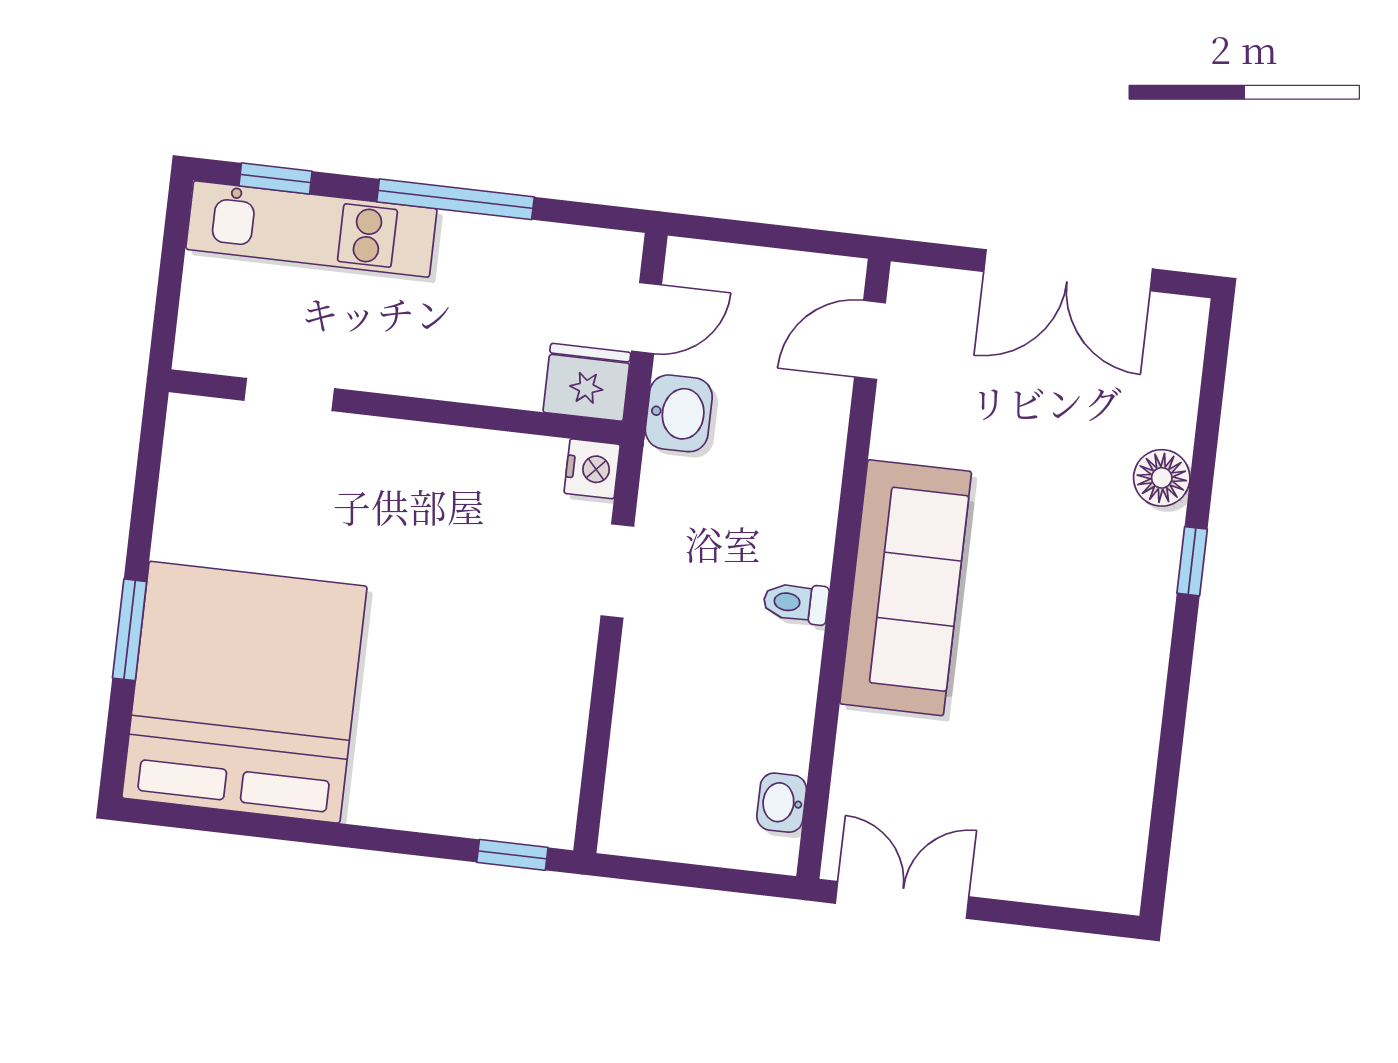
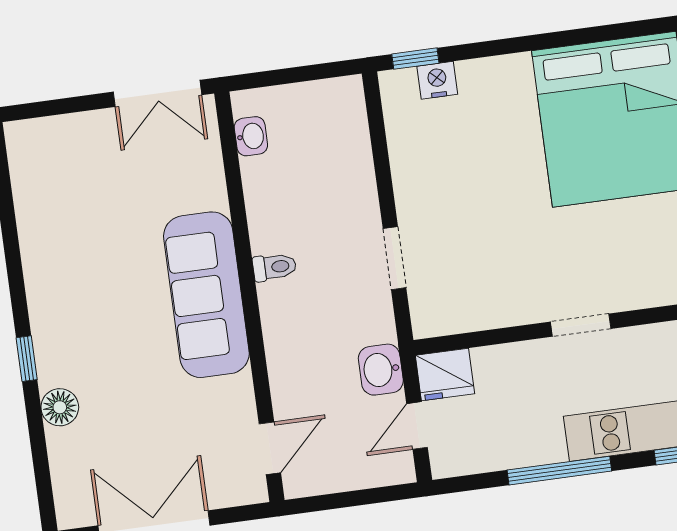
doorway: (289, 394) -> (581, 325), moved
nightstand: (592, 469) -> (437, 80), moved, turned 90

